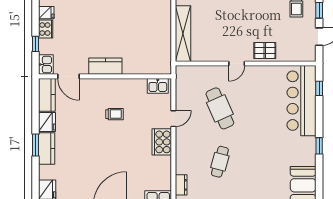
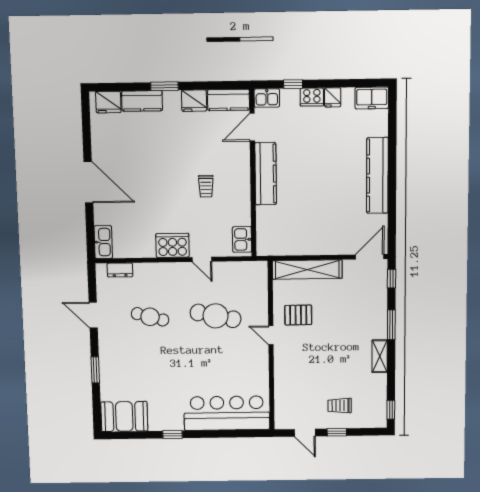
pallet: (265, 51) -> (298, 315), moved, turned 90
kitchen counter: (105, 66) -> (266, 174), width x1.50
window: (319, 88) -> (242, 434), removed
cafe table: (220, 108) -> (216, 316), turned 36
kitchen counter: (47, 149) -> (142, 101), moved

